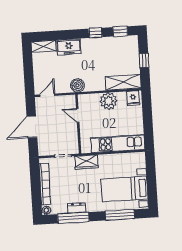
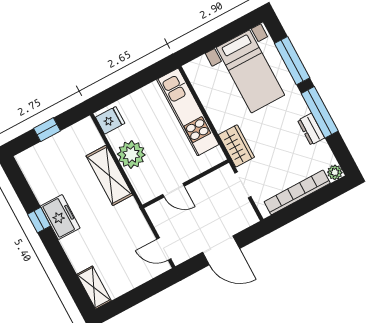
window: (120, 31) -> (20, 184), removed
freezer: (69, 47) -> (60, 217), moved
shelving: (123, 82) -> (109, 175), moved
boiler: (77, 85) -> (129, 211), removed
door: (78, 116) -> (173, 190), hinge flipped
window: (73, 218) -> (320, 112), moved

